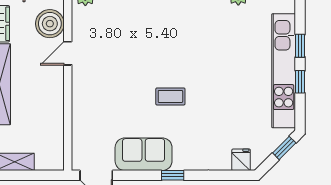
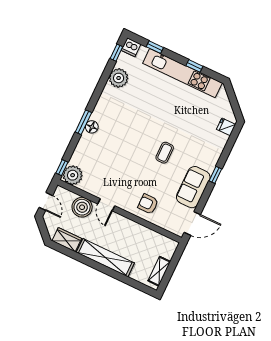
window: (300, 46) -> (155, 47), moved
armchair: (94, 106) -> (148, 204), added
window: (284, 148) -> (232, 96), removed

